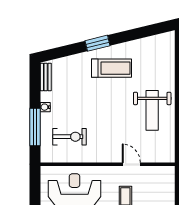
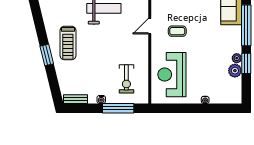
treadmill: (112, 68) -> (68, 43), turned 180
exercise bike: (69, 137) -> (126, 79), turned 180

